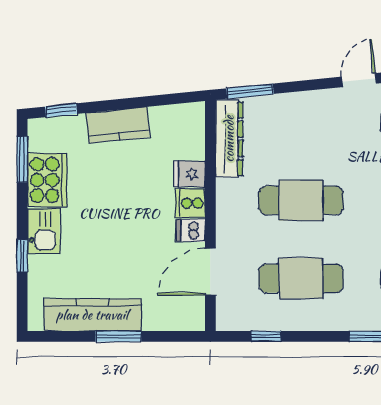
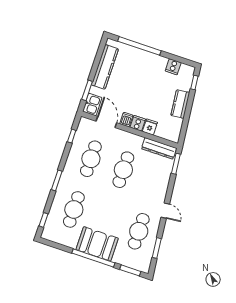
window: (22, 159) -> (180, 59), removed
cooker: (47, 180) -> (173, 67), width x0.53, depth x0.76
kitchen sink: (44, 231) -> (92, 104), moved, turned -90
window: (22, 256) -> (139, 46), width x3.17
window: (118, 336) -> (87, 90), moved

